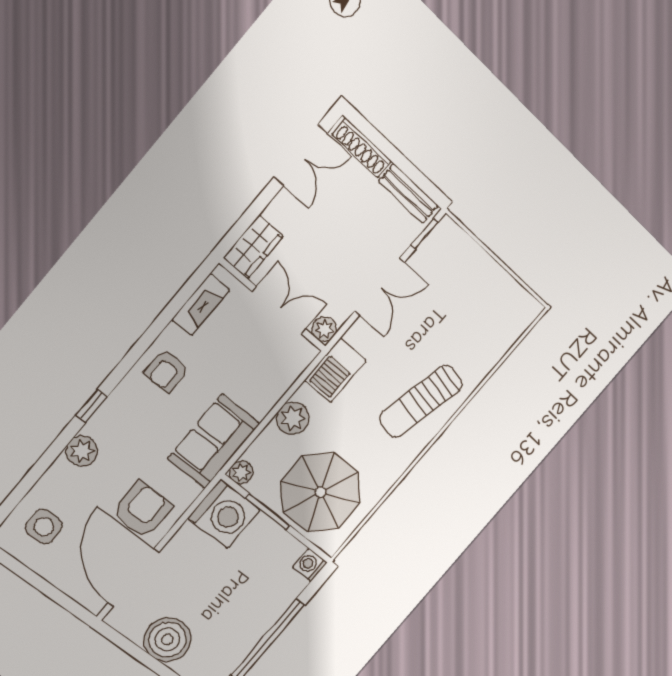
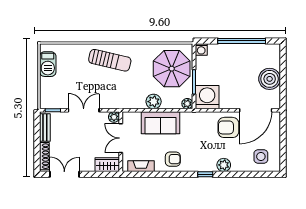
barbecue: (335, 371) -> (48, 64), moved, turned 90
sofa: (214, 441) -> (161, 123), moved

